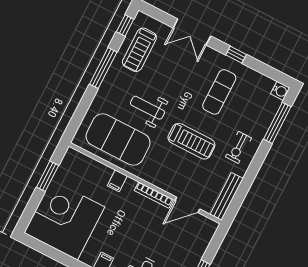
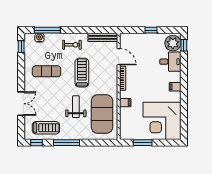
window: (236, 55) -> (21, 47), moved
water cooler: (280, 91) -> (39, 38), moved
weight bench: (147, 108) -> (76, 107), turned 180

